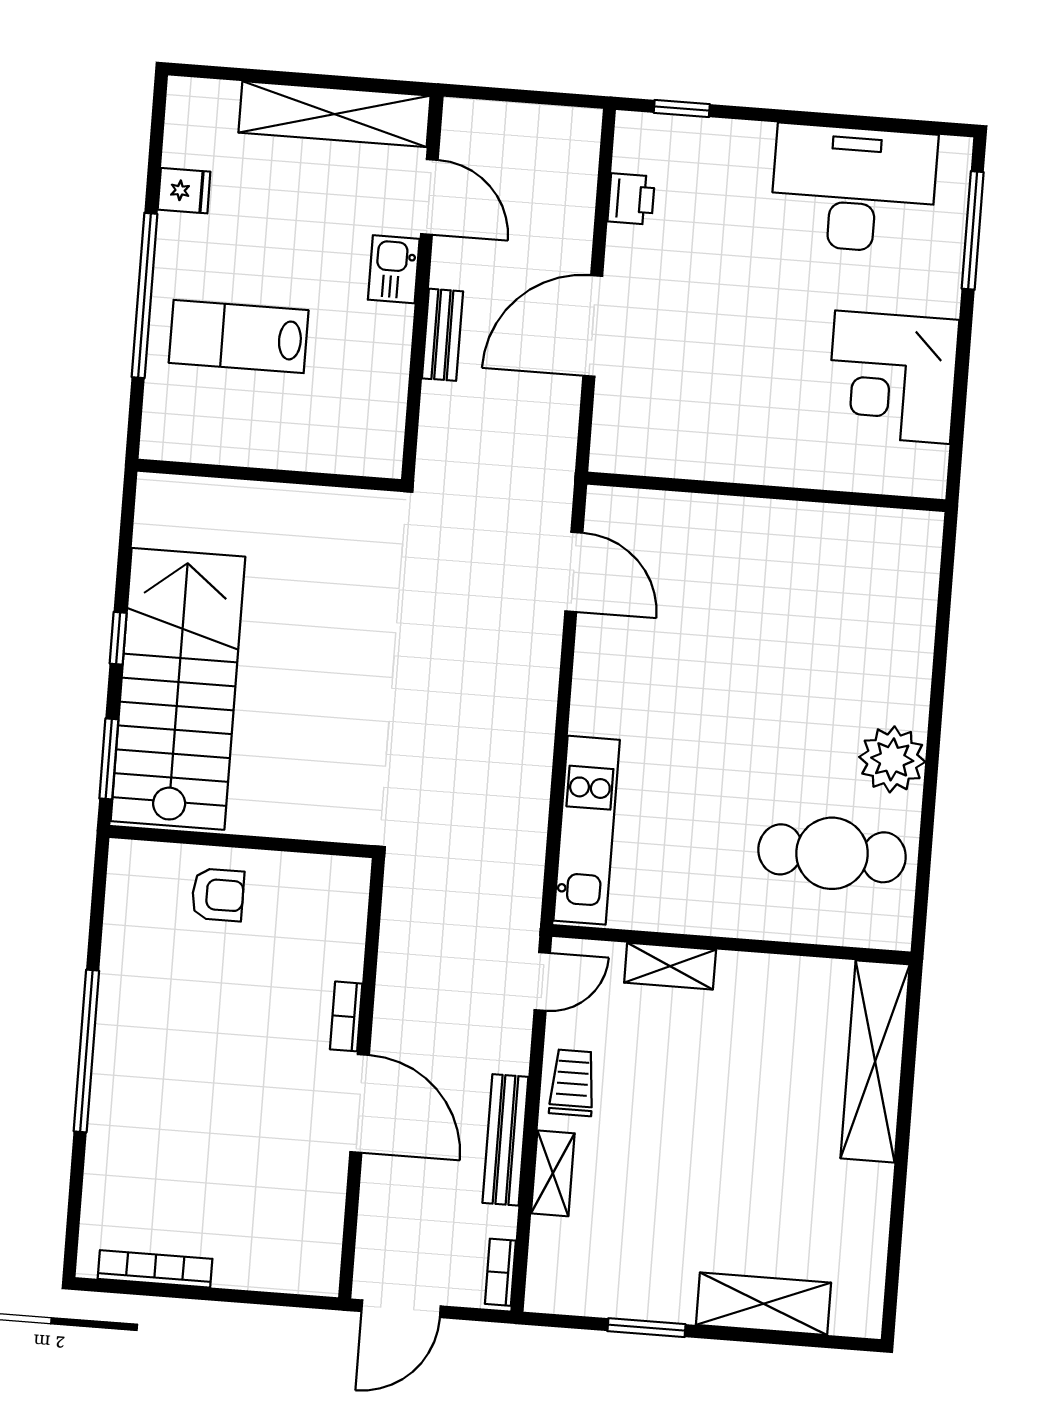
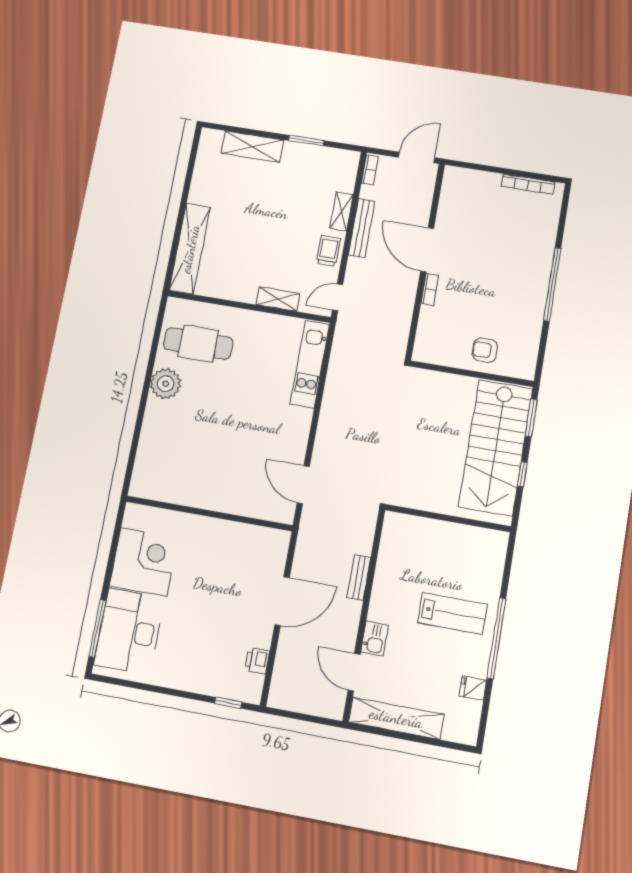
desk: (854, 189) -> (129, 631), moved, turned 90
bench: (442, 335) -> (359, 577), moved
wall: (269, 475) -> (448, 518), moved
trolley: (572, 1083) -> (328, 251), turned 180

